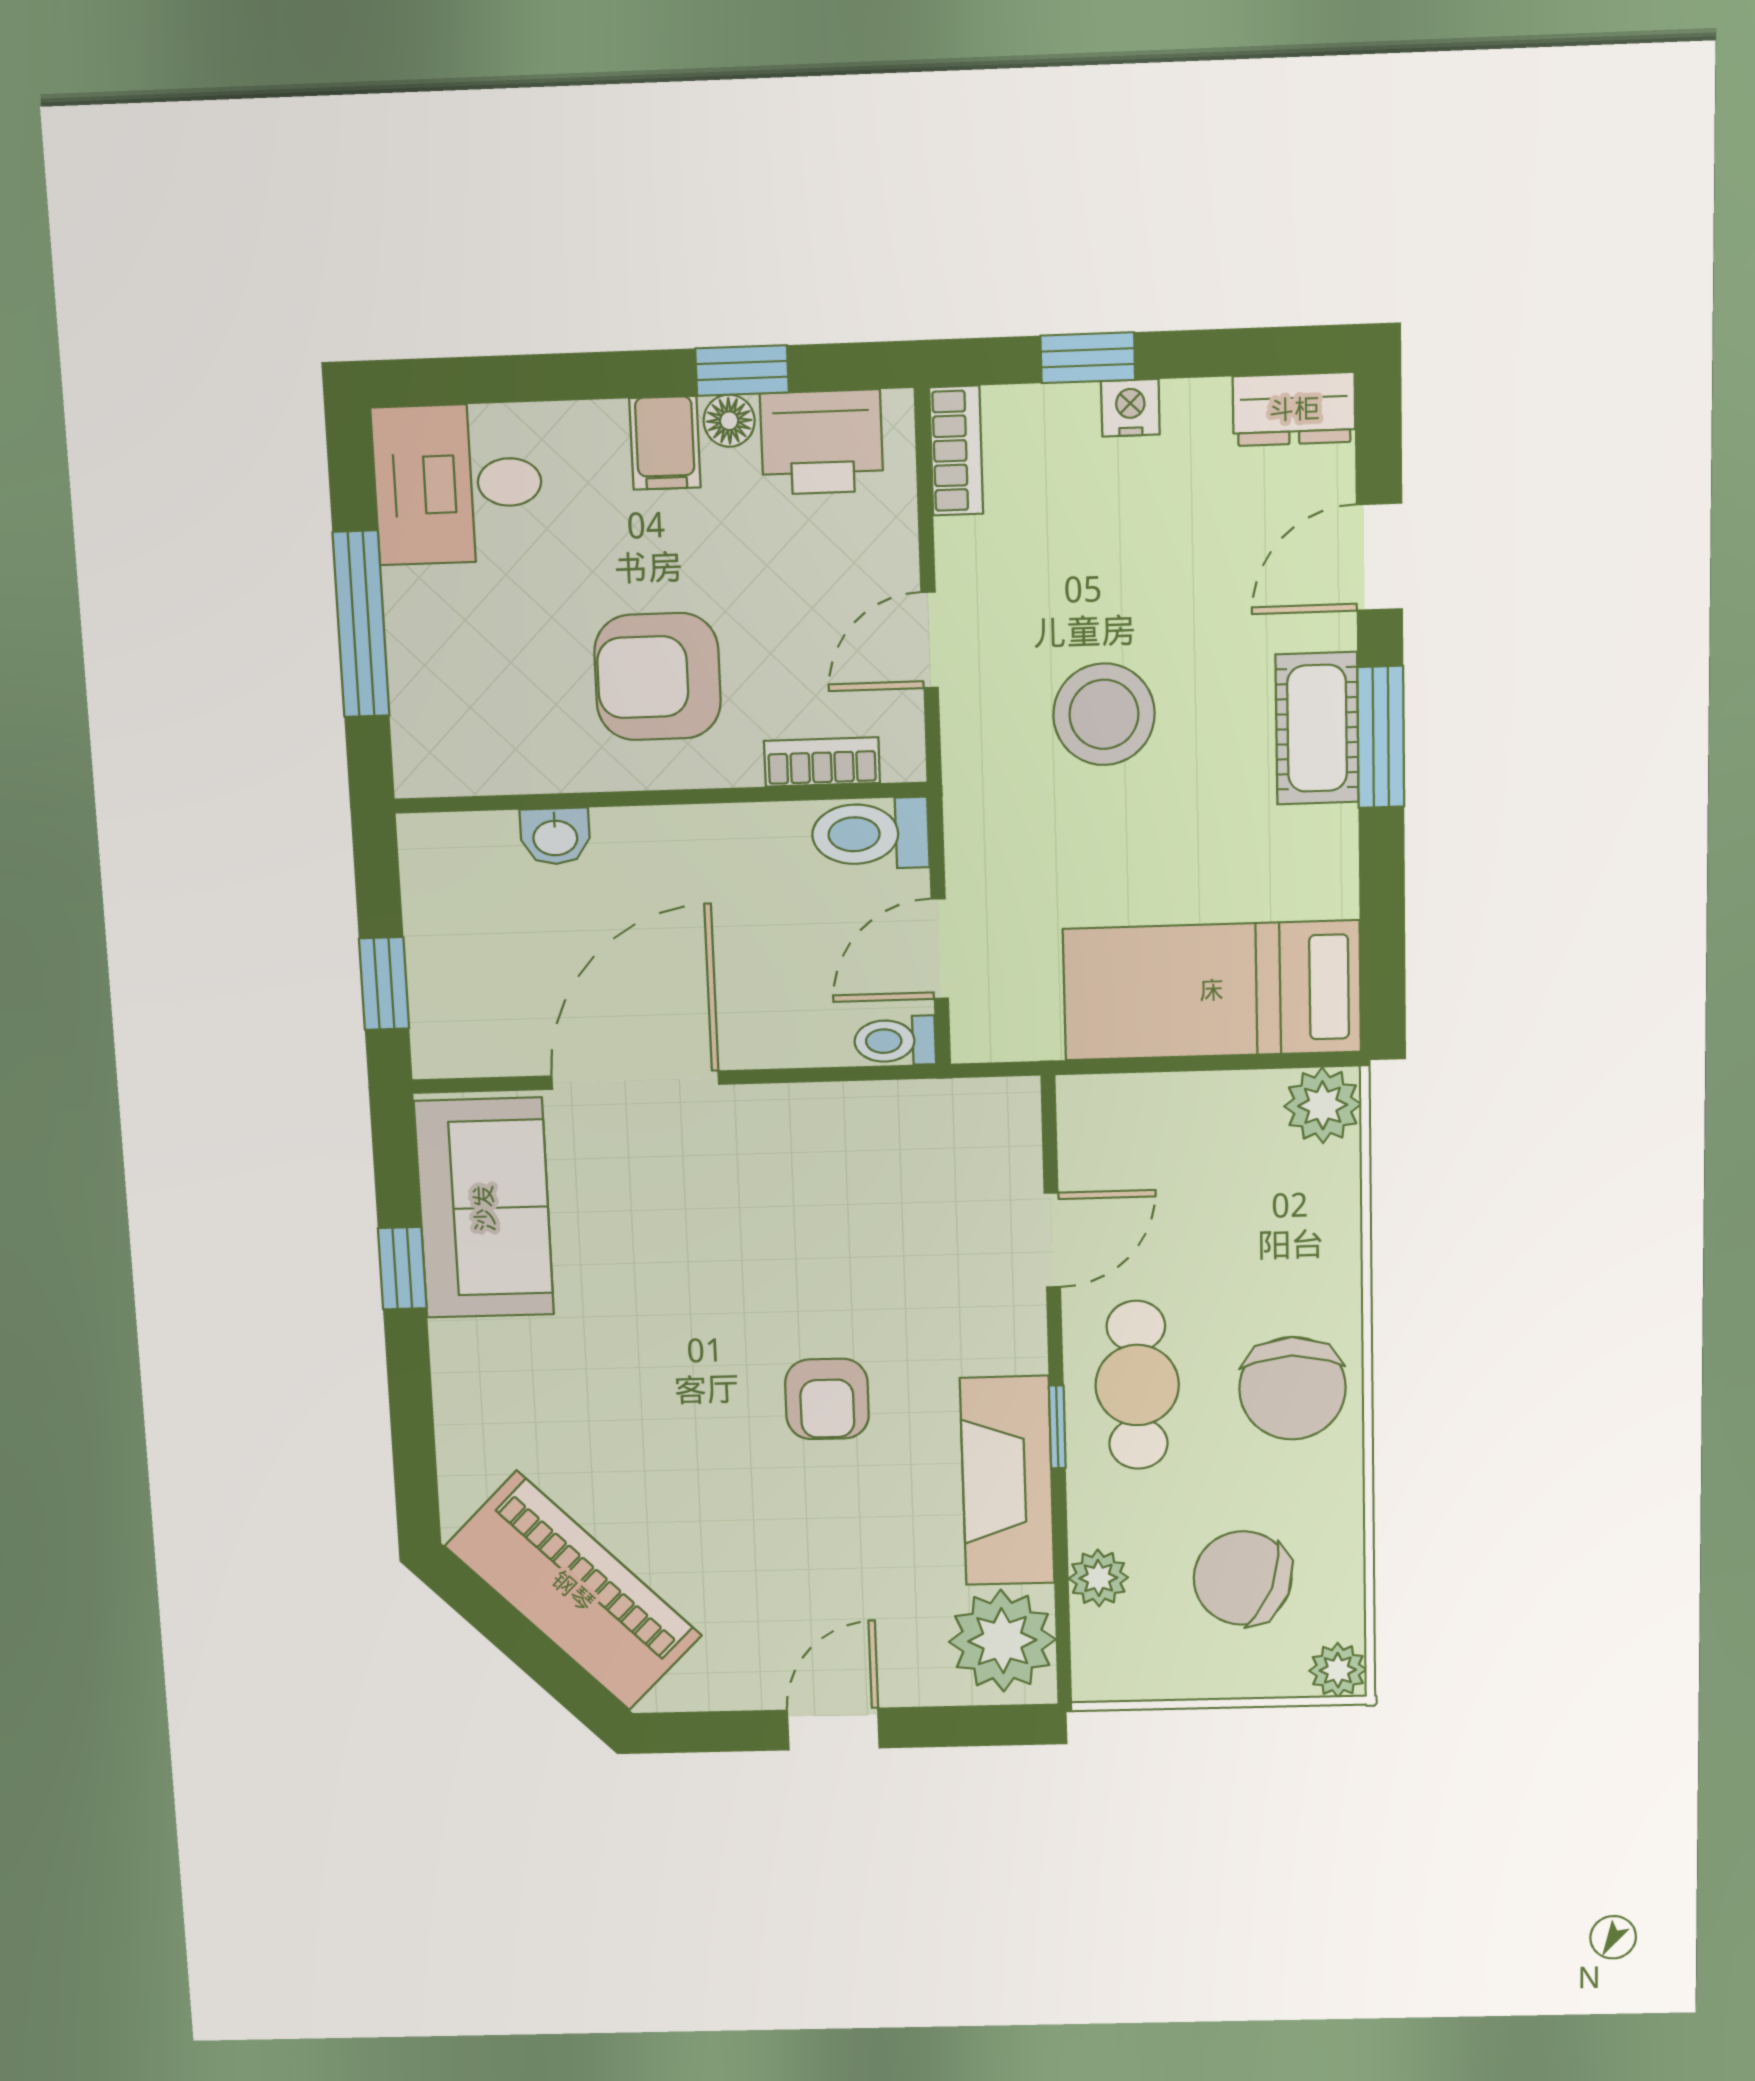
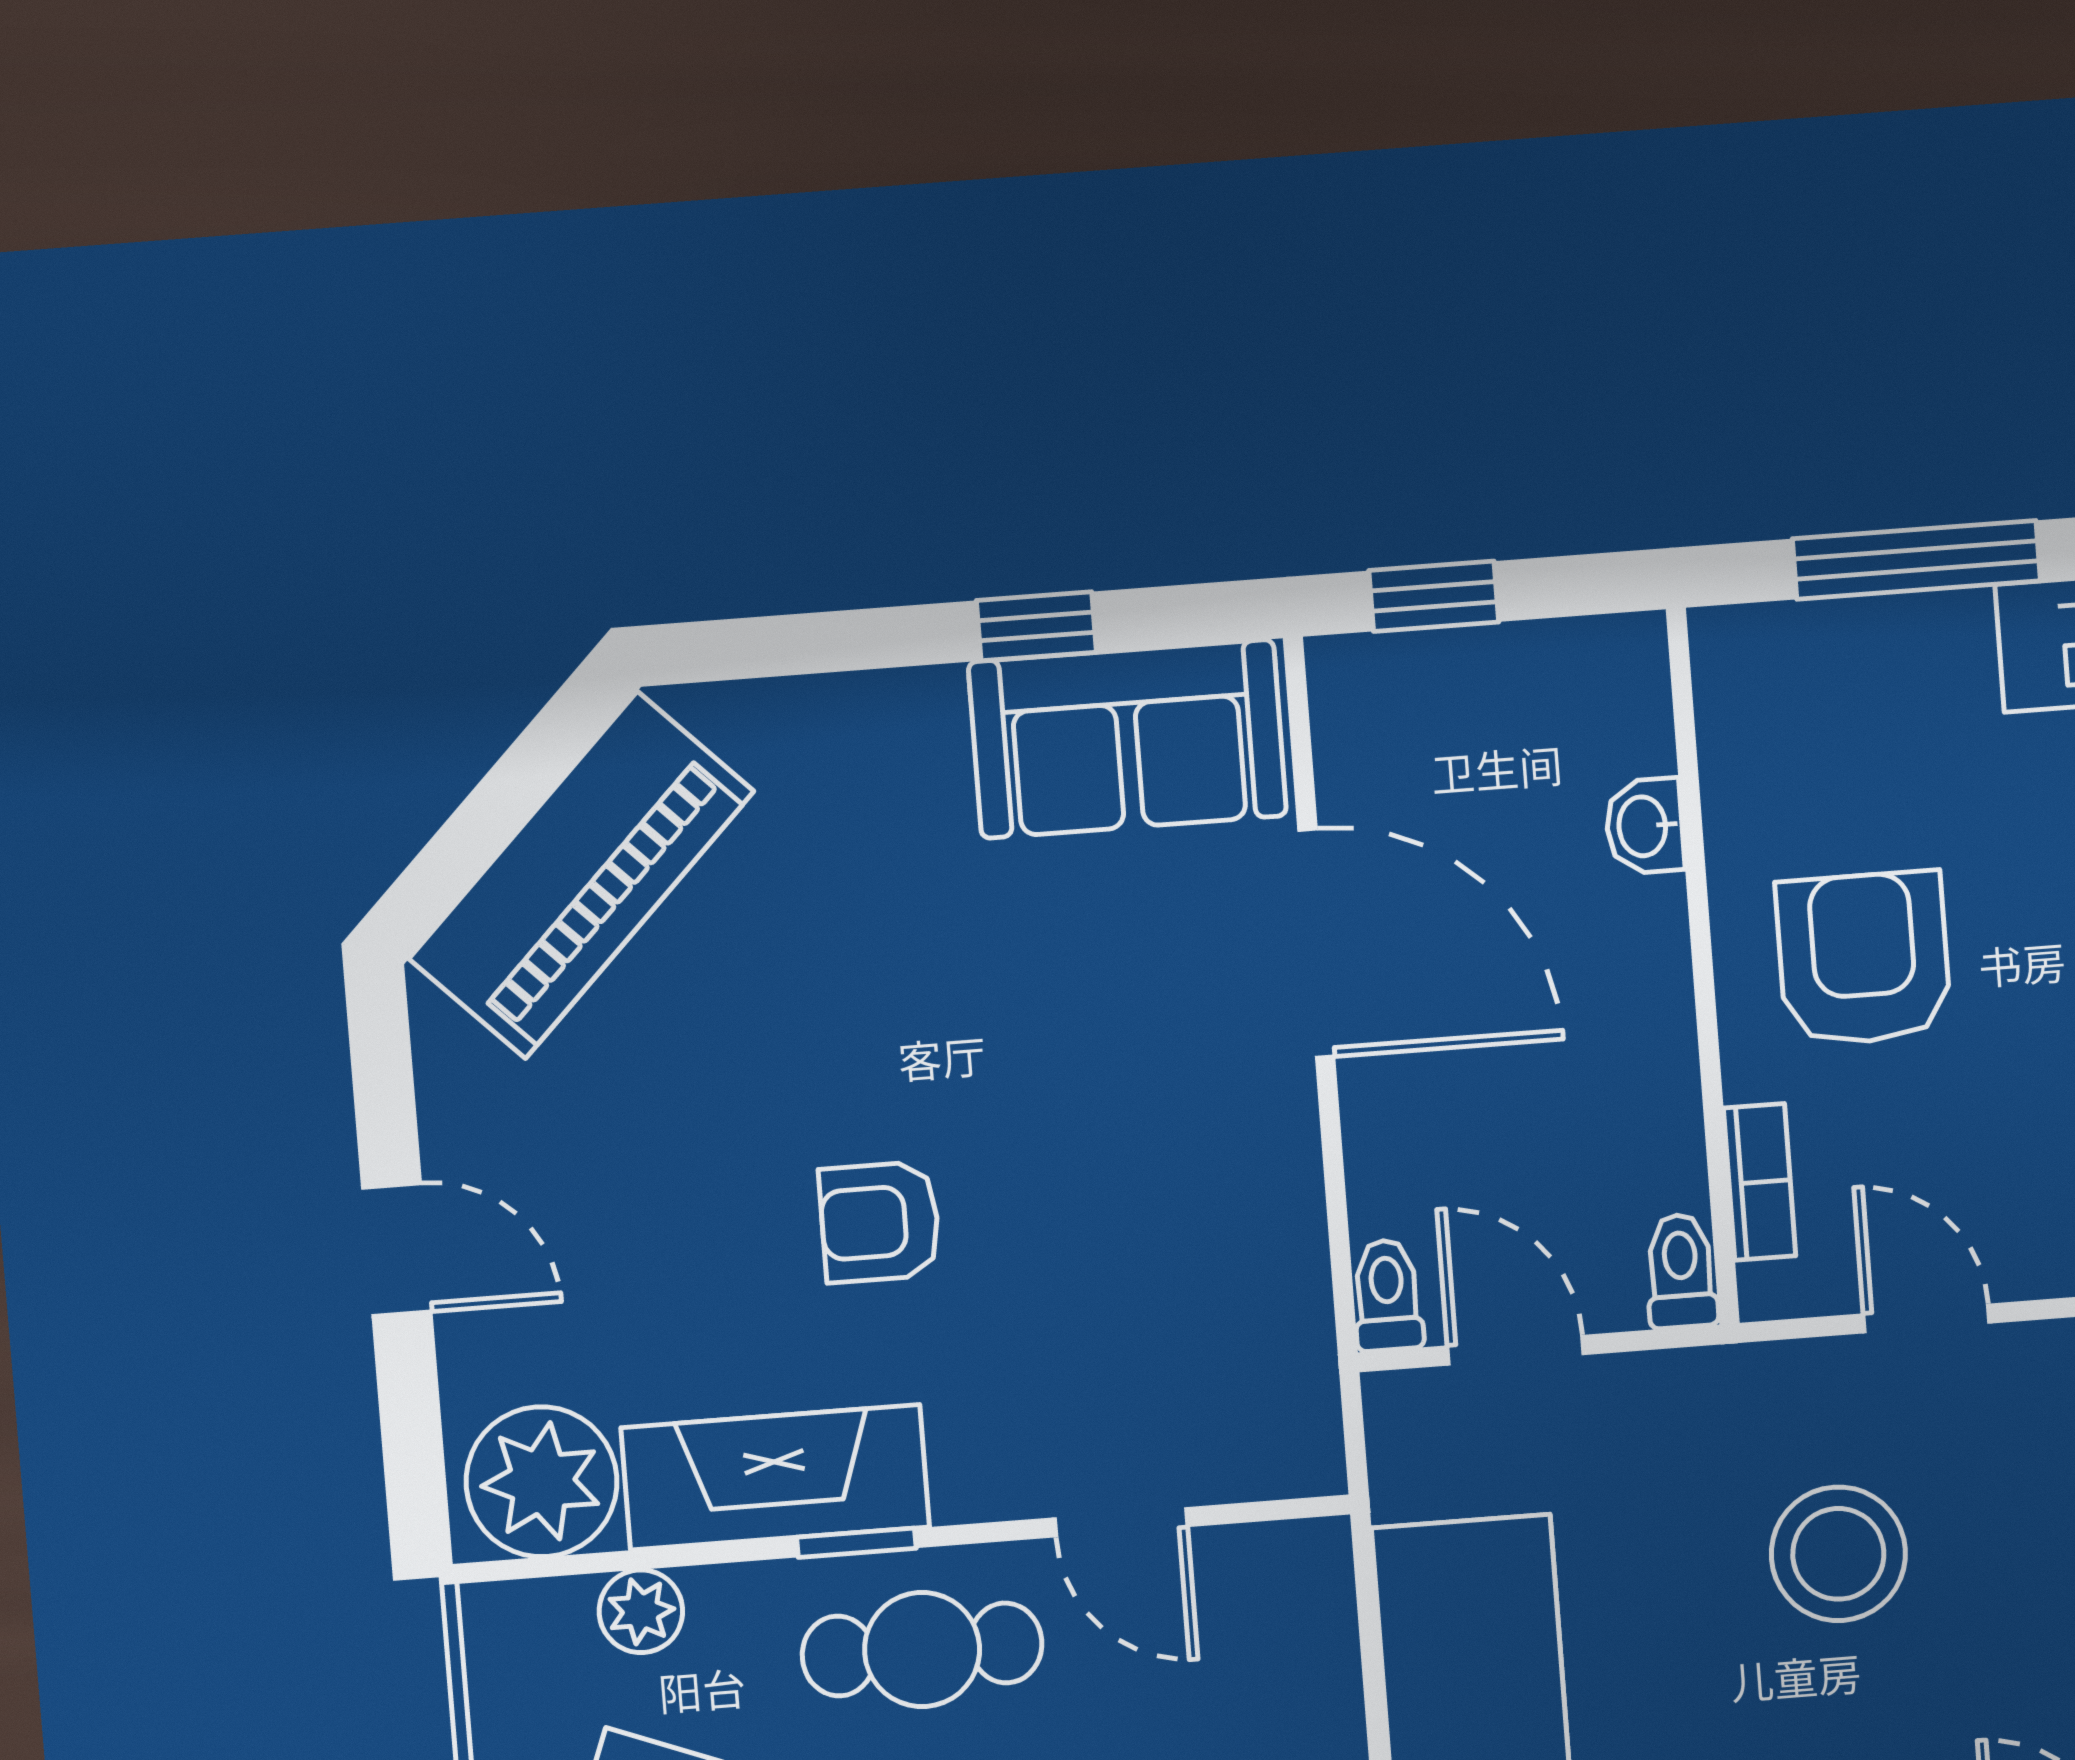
toilet: (870, 834) -> (1681, 1271), width x0.73, depth x0.72

